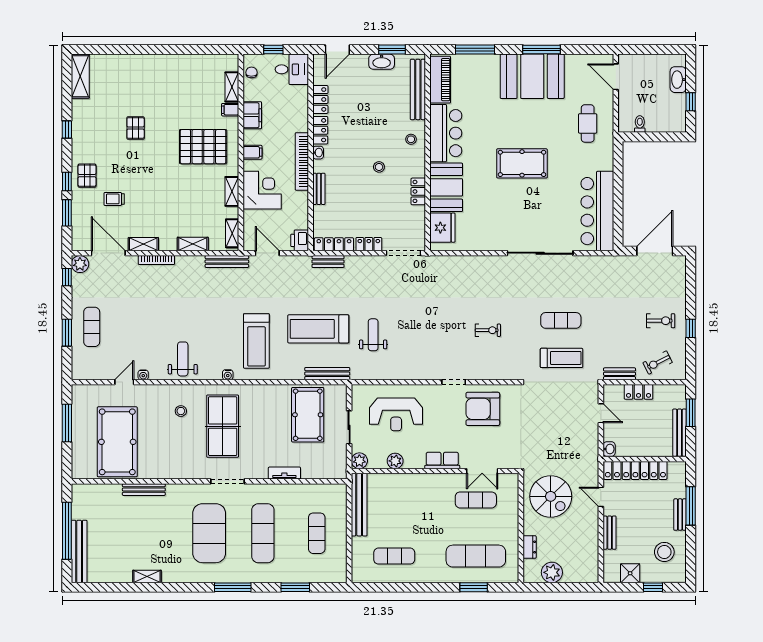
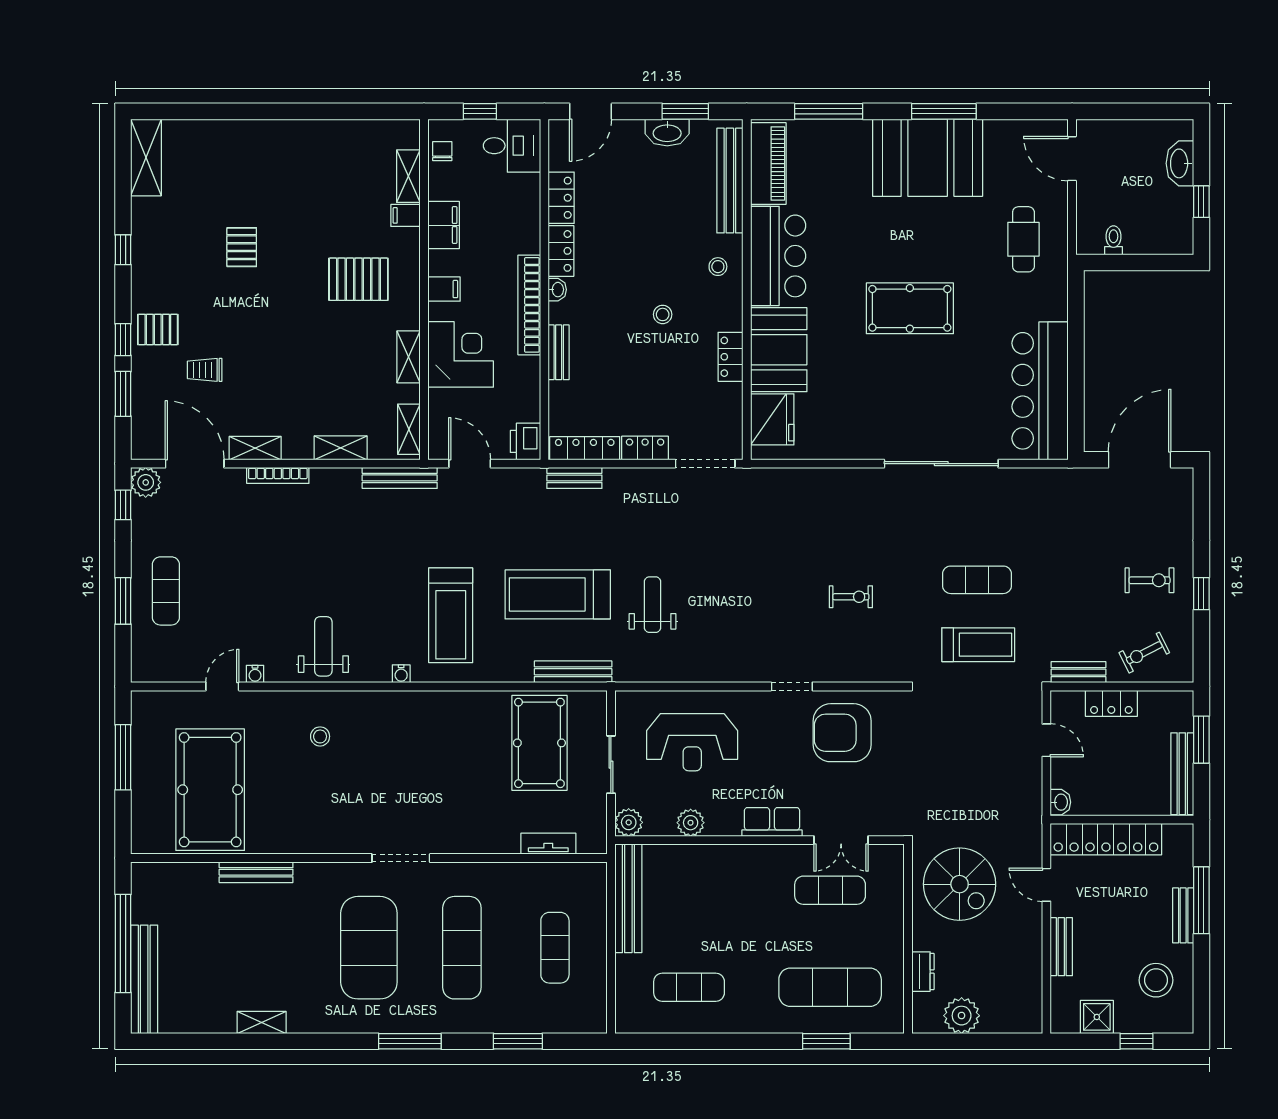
pallet: (203, 147) -> (358, 279), width x0.73, depth x0.71
pallet: (87, 176) -> (158, 329), turned 90
table tennis table: (223, 426) -> (392, 763), removed
tv unit: (284, 473) -> (548, 844), moved

